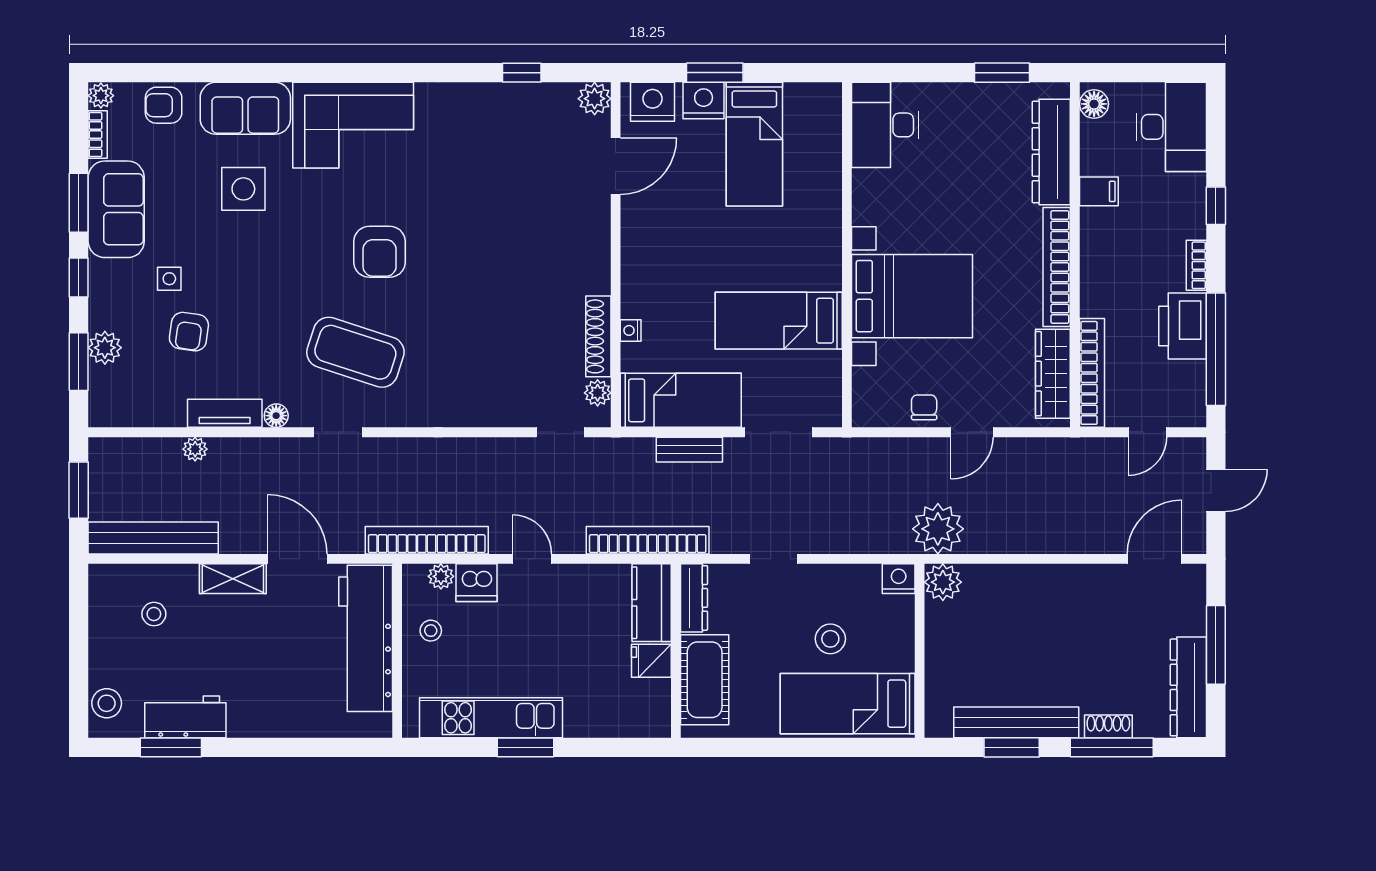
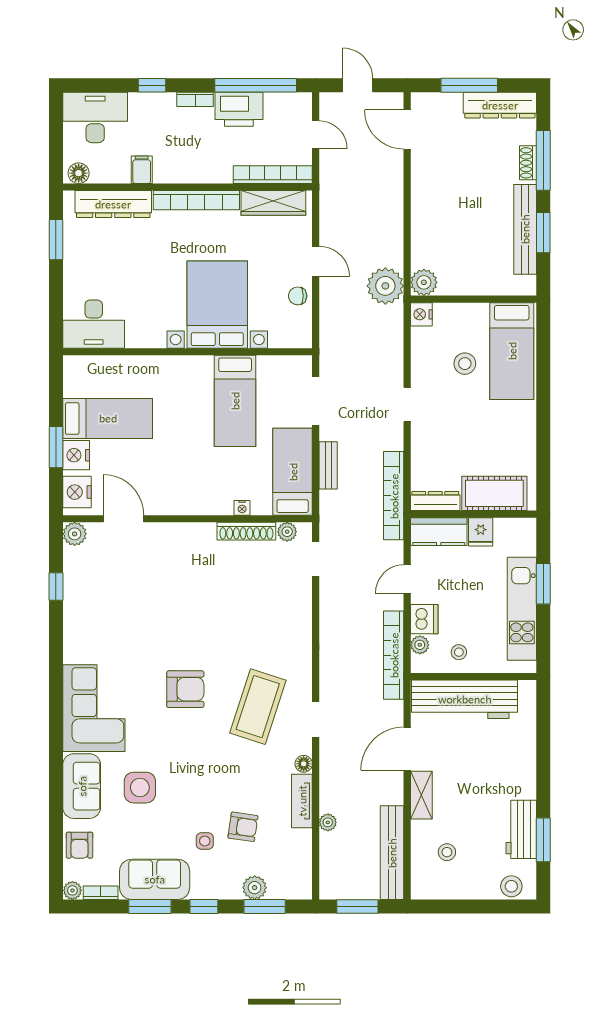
dresser: (694, 598) -> (435, 501), moved
kitchen counter: (652, 603) -> (439, 532), moved
wall: (676, 651) -> (473, 514), moved
fridge: (651, 661) -> (481, 532), moved
cot: (705, 680) -> (494, 493), moved

